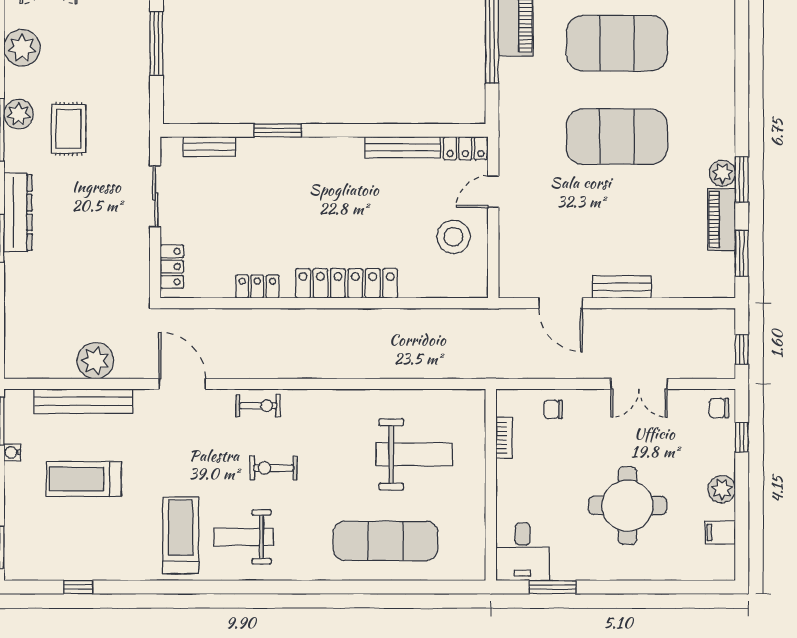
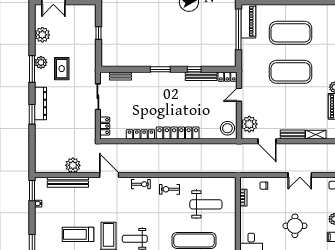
window: (156, 43) -> (98, 33), width x0.46
window: (278, 130) -> (160, 69), moved
window: (386, 130) -> (194, 69), added
stool: (453, 237) -> (227, 128), moved
plant: (518, 262) -> (249, 124), added
locker: (257, 287) -> (140, 134), width x1.53
shelving: (677, 287) -> (316, 135), added
exercise bike: (274, 468) -> (169, 189), moved
treadmill: (84, 479) -> (78, 234), moved
round table: (627, 506) -> (295, 226), width x0.73, depth x0.73

